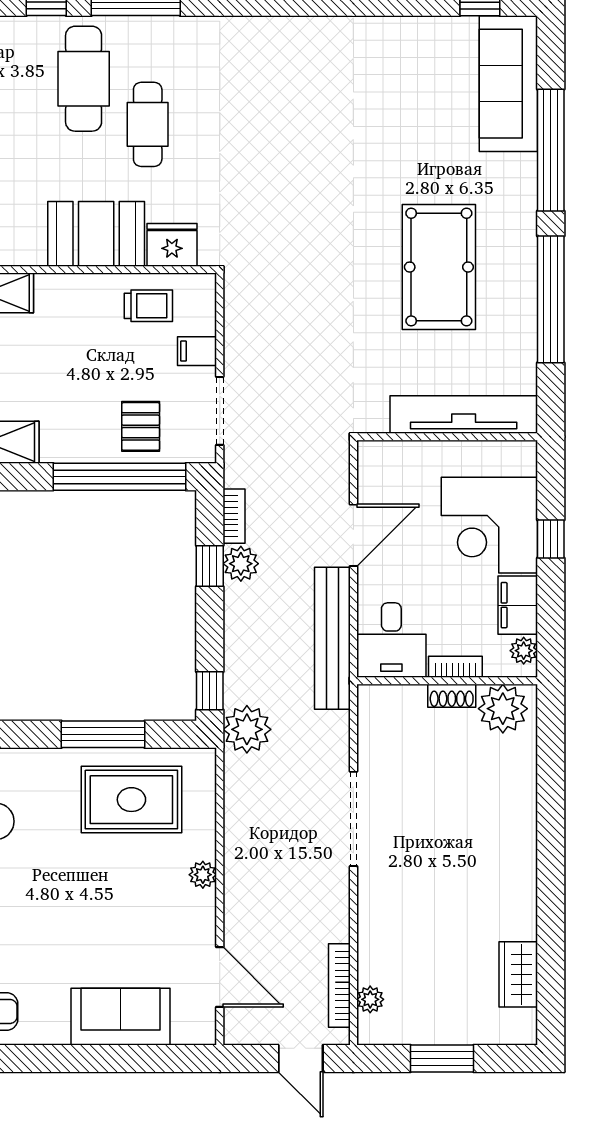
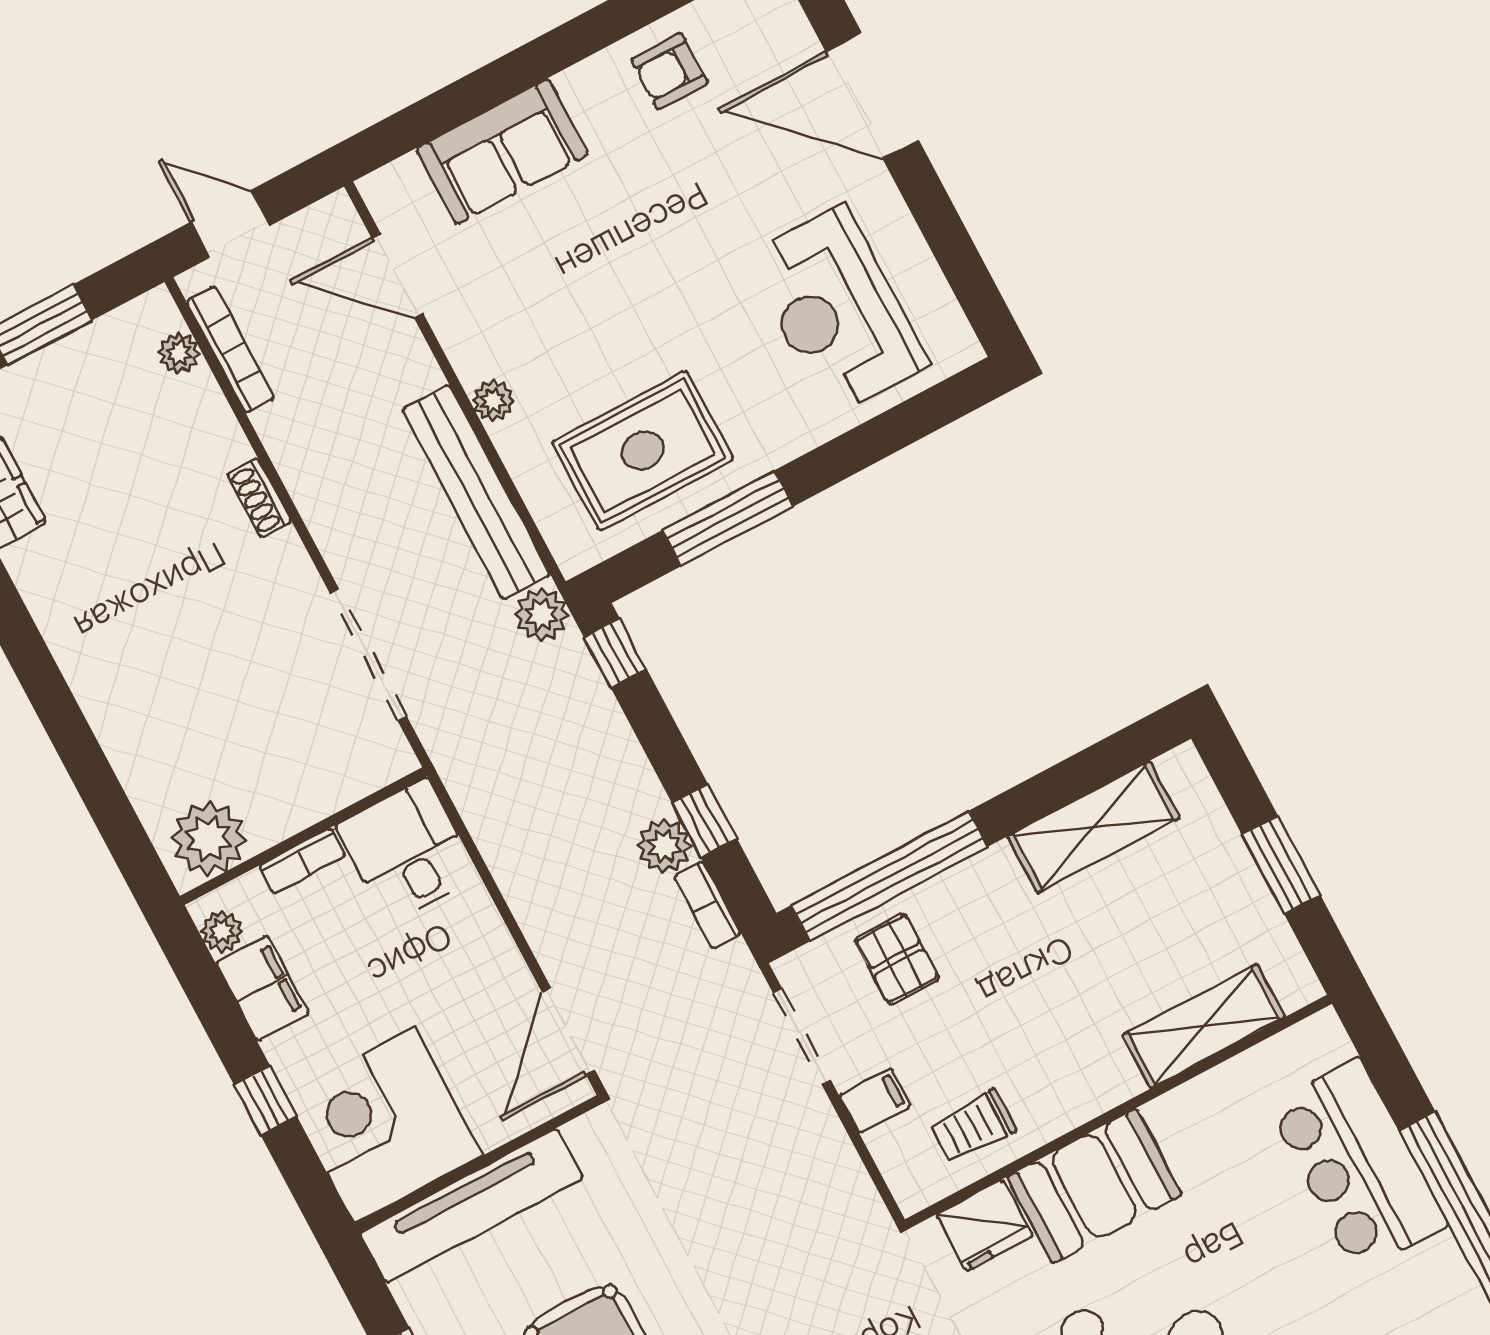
corner desk: (489, 525) -> (384, 1125), moved, turned -90
door: (353, 535) -> (569, 1032), moved
bench: (332, 638) -> (476, 492), moved
shoe rack: (452, 696) -> (259, 498), moved, turned -90
plant: (247, 729) -> (542, 615), width x0.73, depth x0.73
doorway: (353, 819) -> (368, 654), moved

